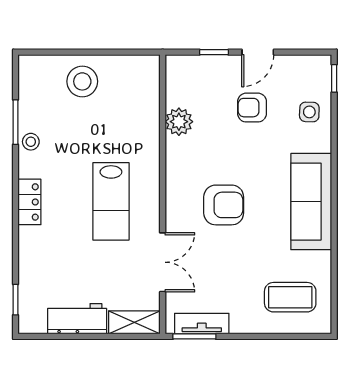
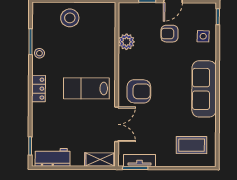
lab bench: (111, 201) -> (86, 88), turned 90
armchair: (224, 205) -> (139, 91), moved
workbench: (77, 319) -> (53, 157), moved

